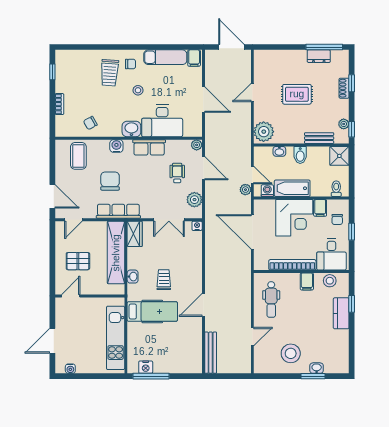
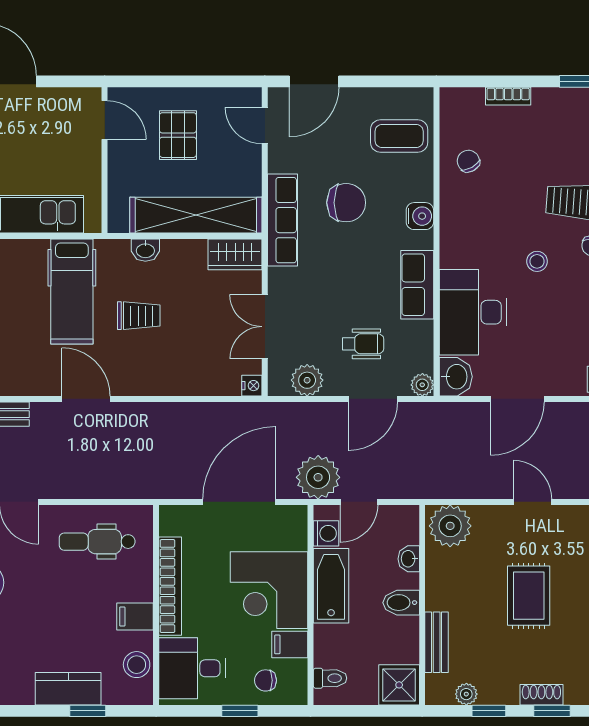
washbasin: (131, 129) -> (456, 377), moved
window: (352, 129) -> (489, 711), moved
plant: (245, 190) -> (318, 477), width x1.88, depth x1.88

